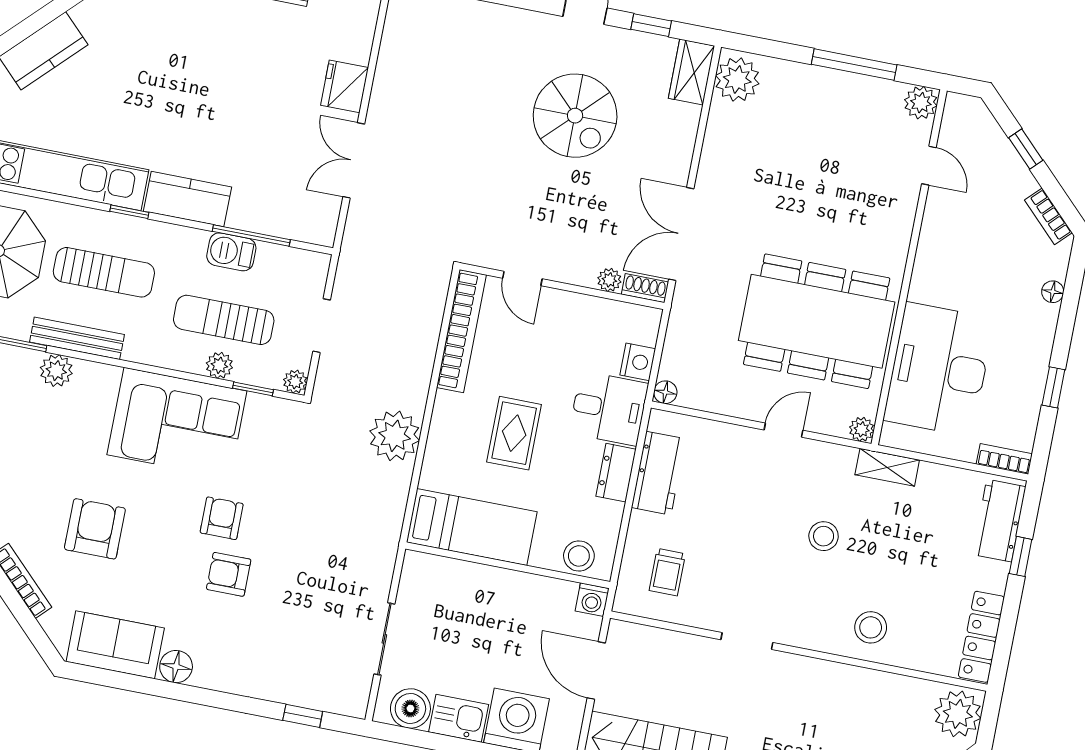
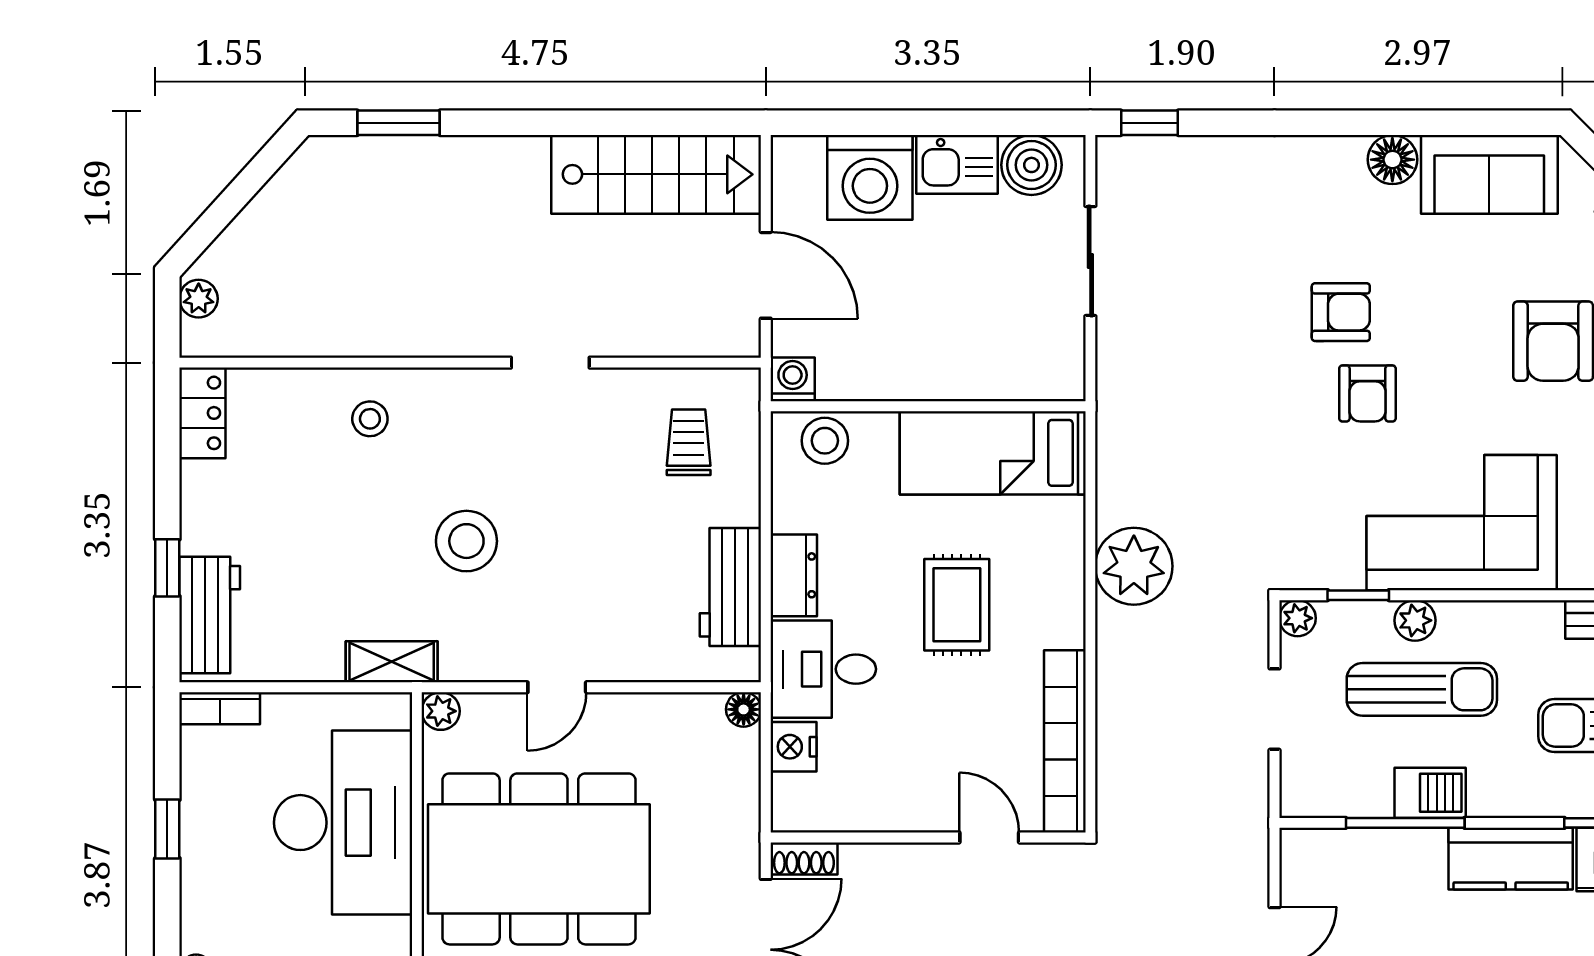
plant: (609, 280) -> (859, 860), removed
stool: (824, 536) -> (466, 541), width x1.38, depth x1.38
stool: (871, 627) -> (370, 419), width x0.73, depth x0.73
locker: (981, 637) -> (202, 413), width x0.66
plant: (958, 714) -> (199, 299), width x0.53, depth x0.53
window: (303, 716) -> (1150, 123), moved

